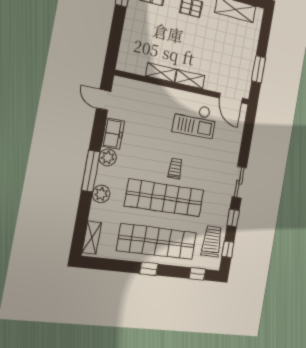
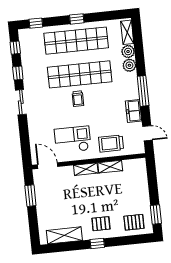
plant: (108, 157) -> (128, 52), moved
window: (91, 171) -> (143, 91), moved
trolley: (212, 241) -> (111, 143), moved, turned 90

